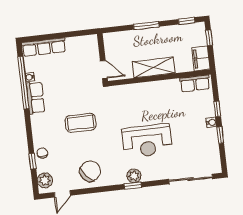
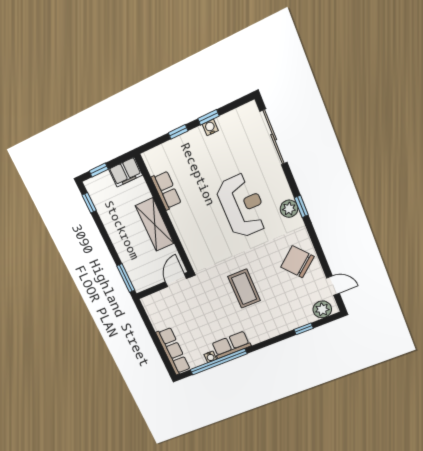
window: (146, 25) -> (126, 278), moved
row of seats: (195, 83) -> (166, 190), moved
water cooler: (211, 122) -> (210, 127), moved
chair: (42, 153) -> (291, 321), removed

